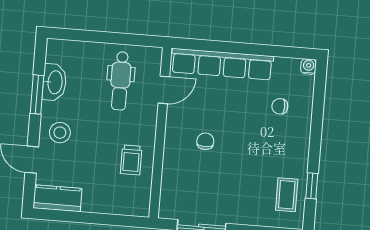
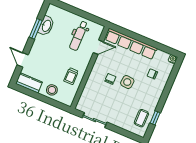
stool: (60, 133) -> (52, 90), moved
side table: (238, 137) -> (127, 82), added

